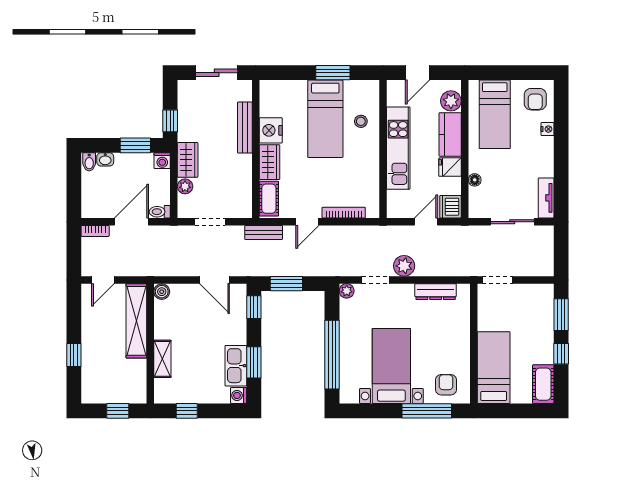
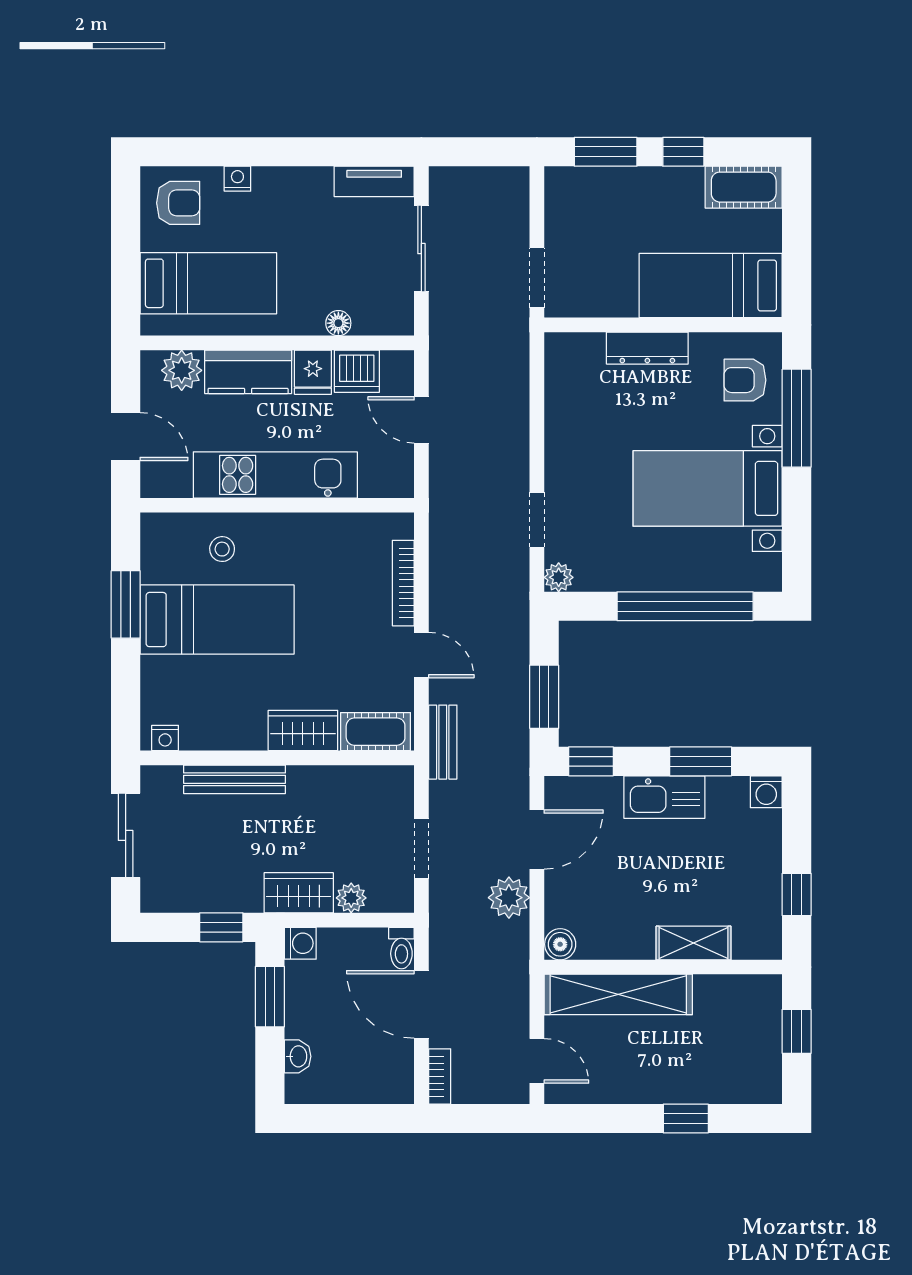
nightstand: (271, 130) -> (165, 738), moved, width x0.53, depth x0.56
bidet: (89, 162) -> (303, 1088), removed
dishwasher: (450, 207) -> (357, 371), moved
plant: (404, 266) -> (509, 898), moved
dresser: (436, 292) -> (647, 348), moved, turned 90
kitchen sink: (236, 366) -> (664, 797), moved

